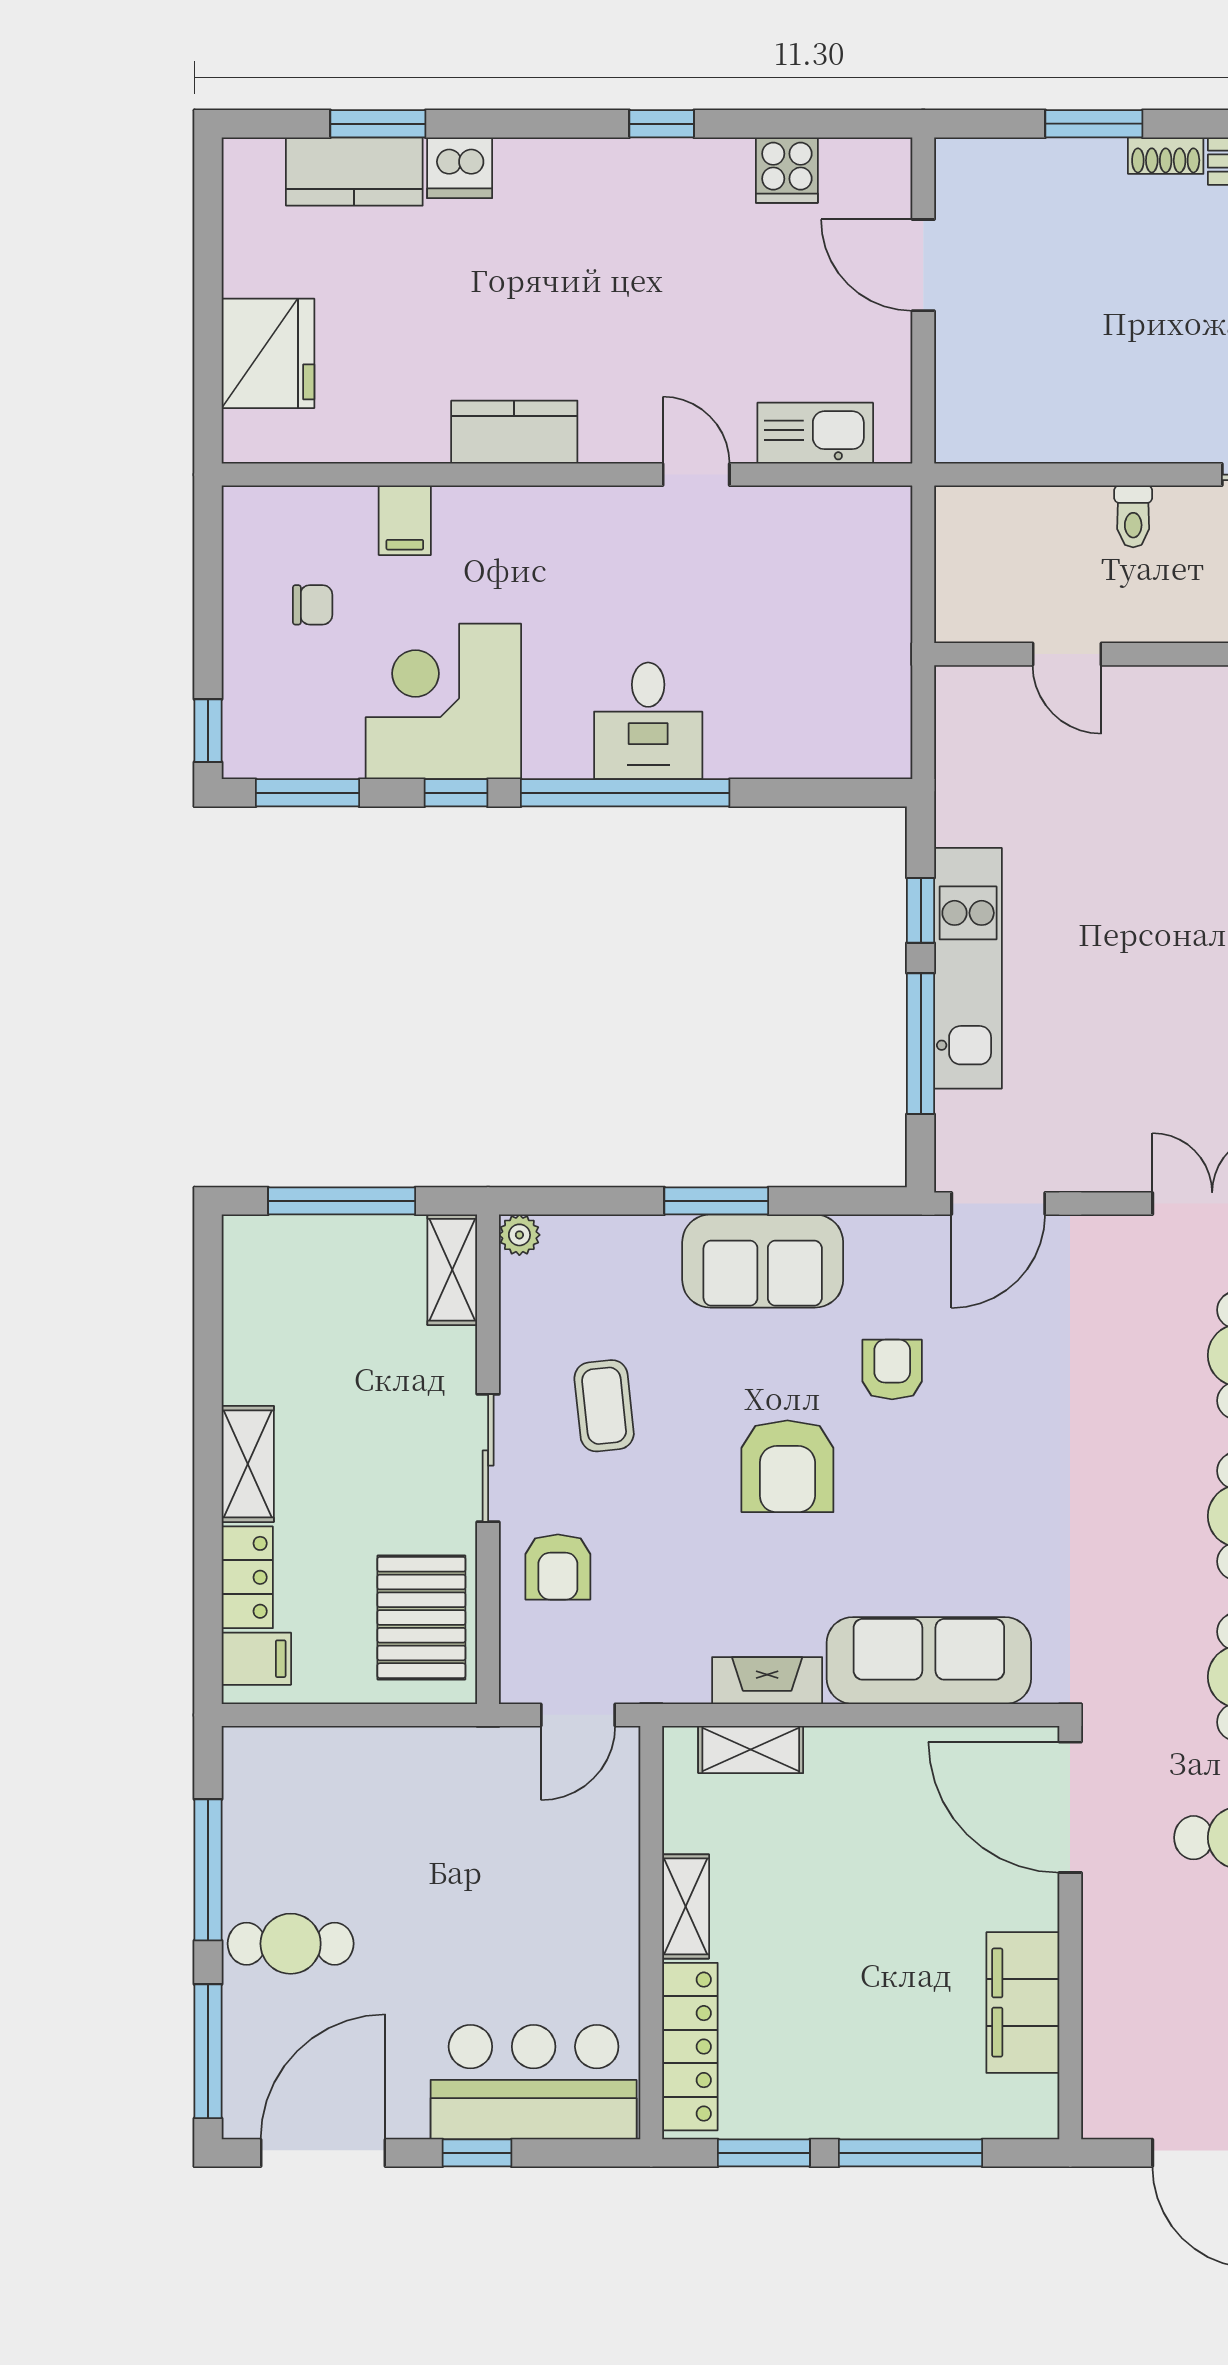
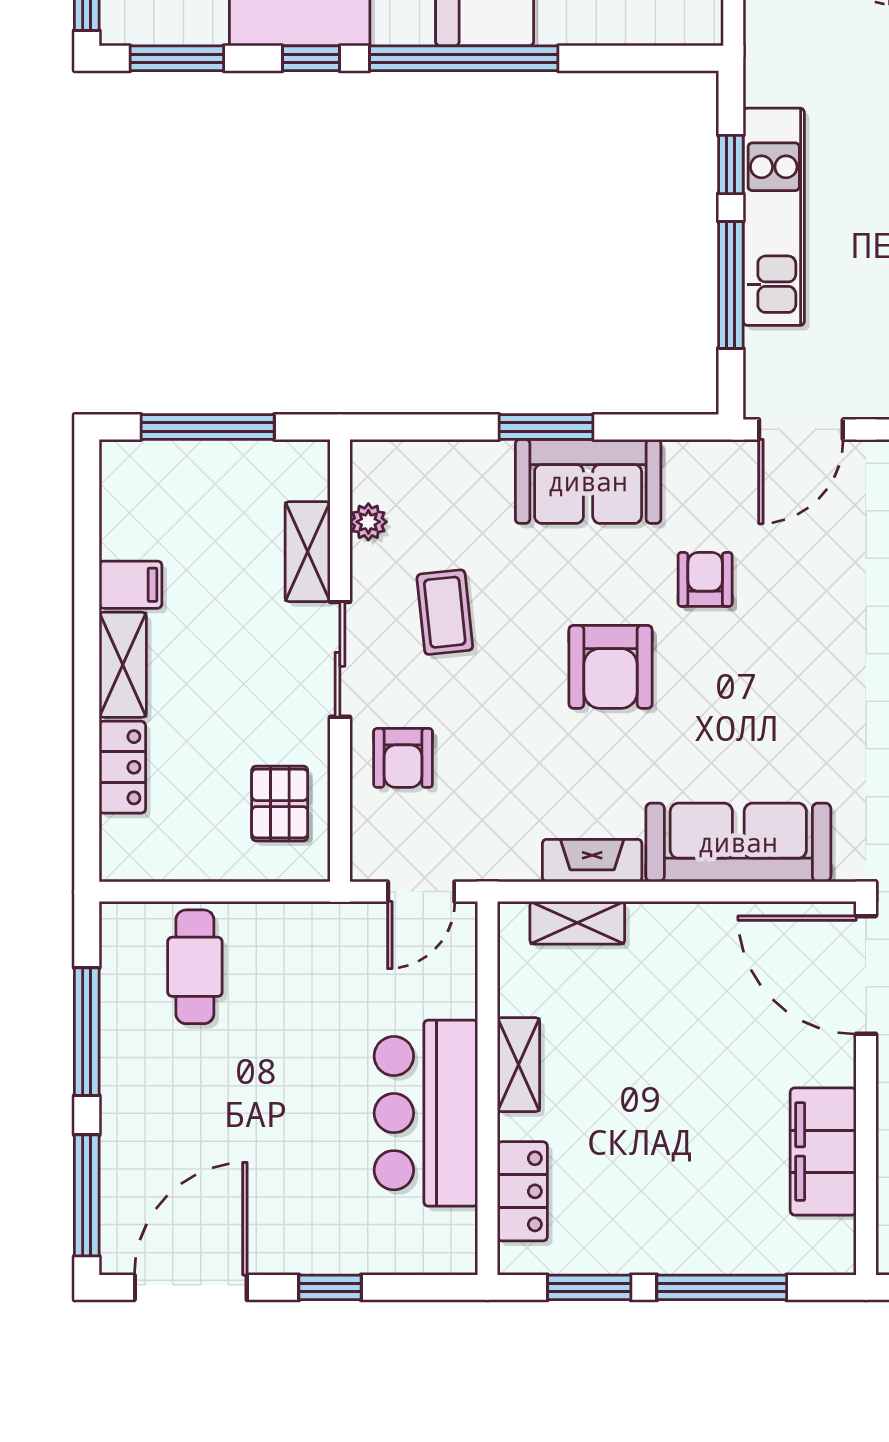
plant: (519, 1235) -> (368, 522), moved
shelving: (452, 1270) -> (308, 552), moved
pallet: (421, 1617) -> (280, 804), width x0.67, depth x0.71
filing cabinet: (256, 1659) -> (131, 585), moved
cafe table: (291, 1944) -> (195, 967), moved, turned 90
locker: (690, 2047) -> (522, 1191), width x0.66
bar counter: (534, 2082) -> (426, 1113), moved, turned -90

